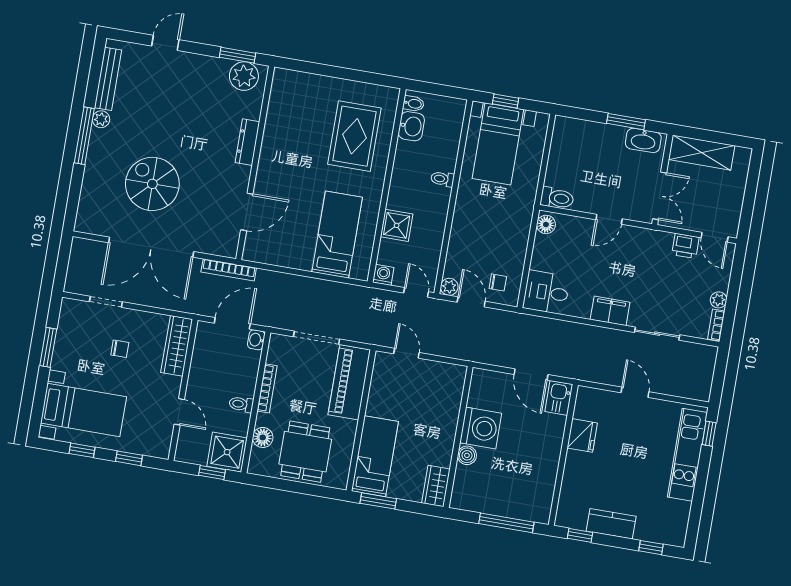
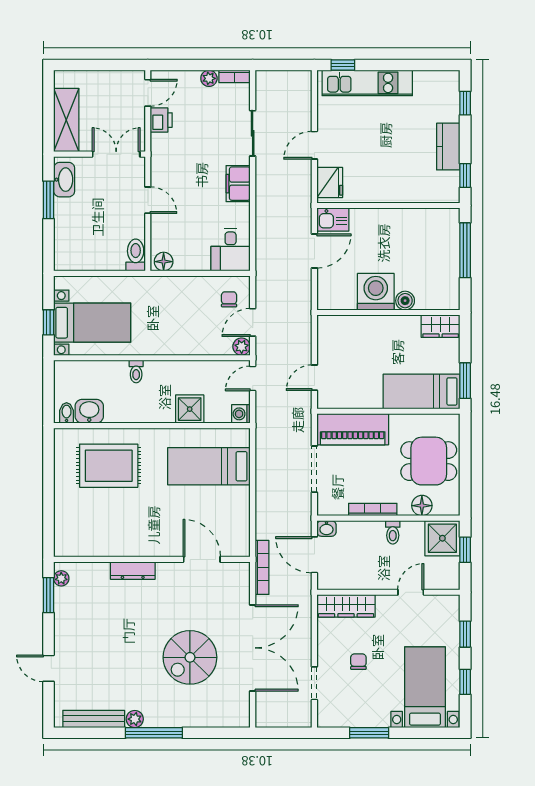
plant: (244, 76) -> (61, 578), width x0.53, depth x0.53
fridge: (582, 435) -> (330, 182), moved, turned 90

